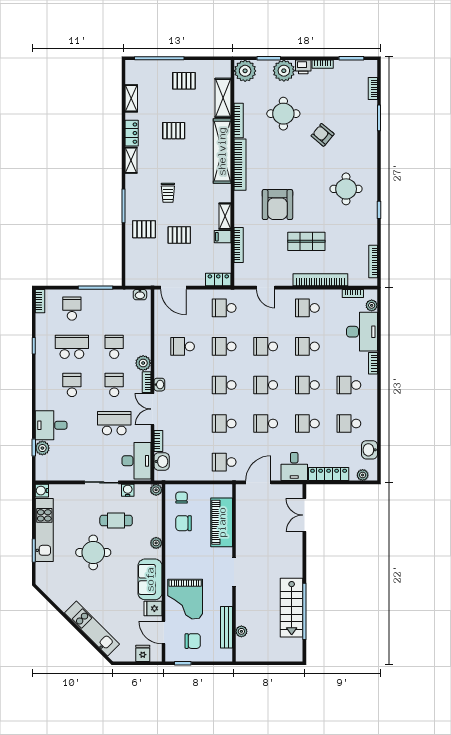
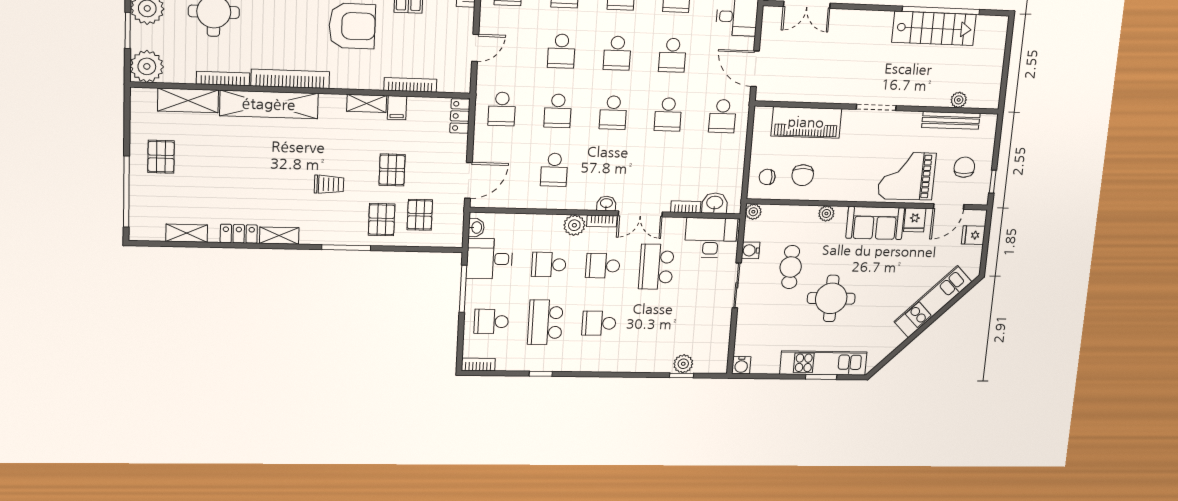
pallet: (174, 131) -> (420, 215), moved
desk: (51, 425) -> (490, 259), moved, turned 90
kitchen unit: (44, 530) -> (823, 363), moved
grand piano: (185, 599) -> (907, 176), turned 180

